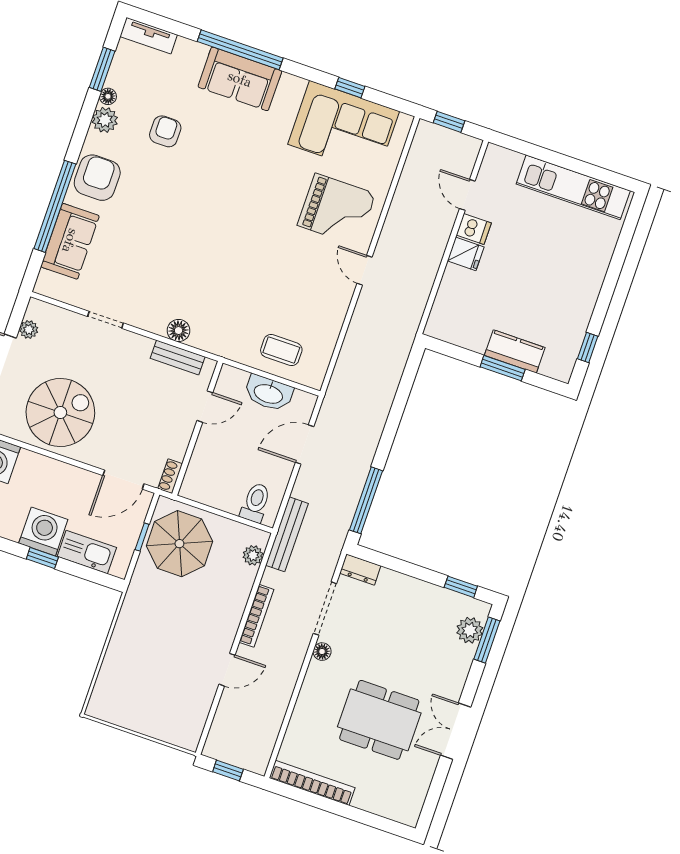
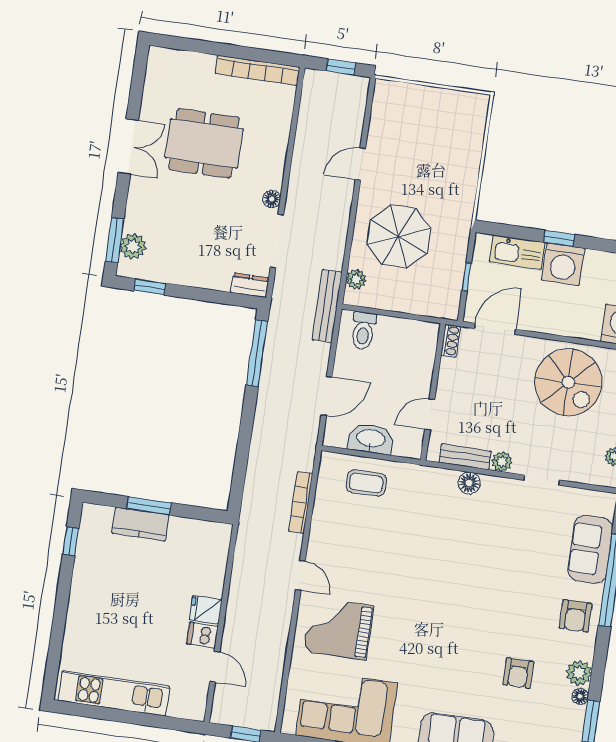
armchair: (97, 178) -> (576, 616), width x0.72, depth x0.72
plant: (142, 346) -> (502, 462), added
spiral stairs: (60, 412) -> (568, 382), turned -90
parasol: (179, 544) -> (399, 236), moved
bookcase: (256, 616) -> (301, 503), moved

